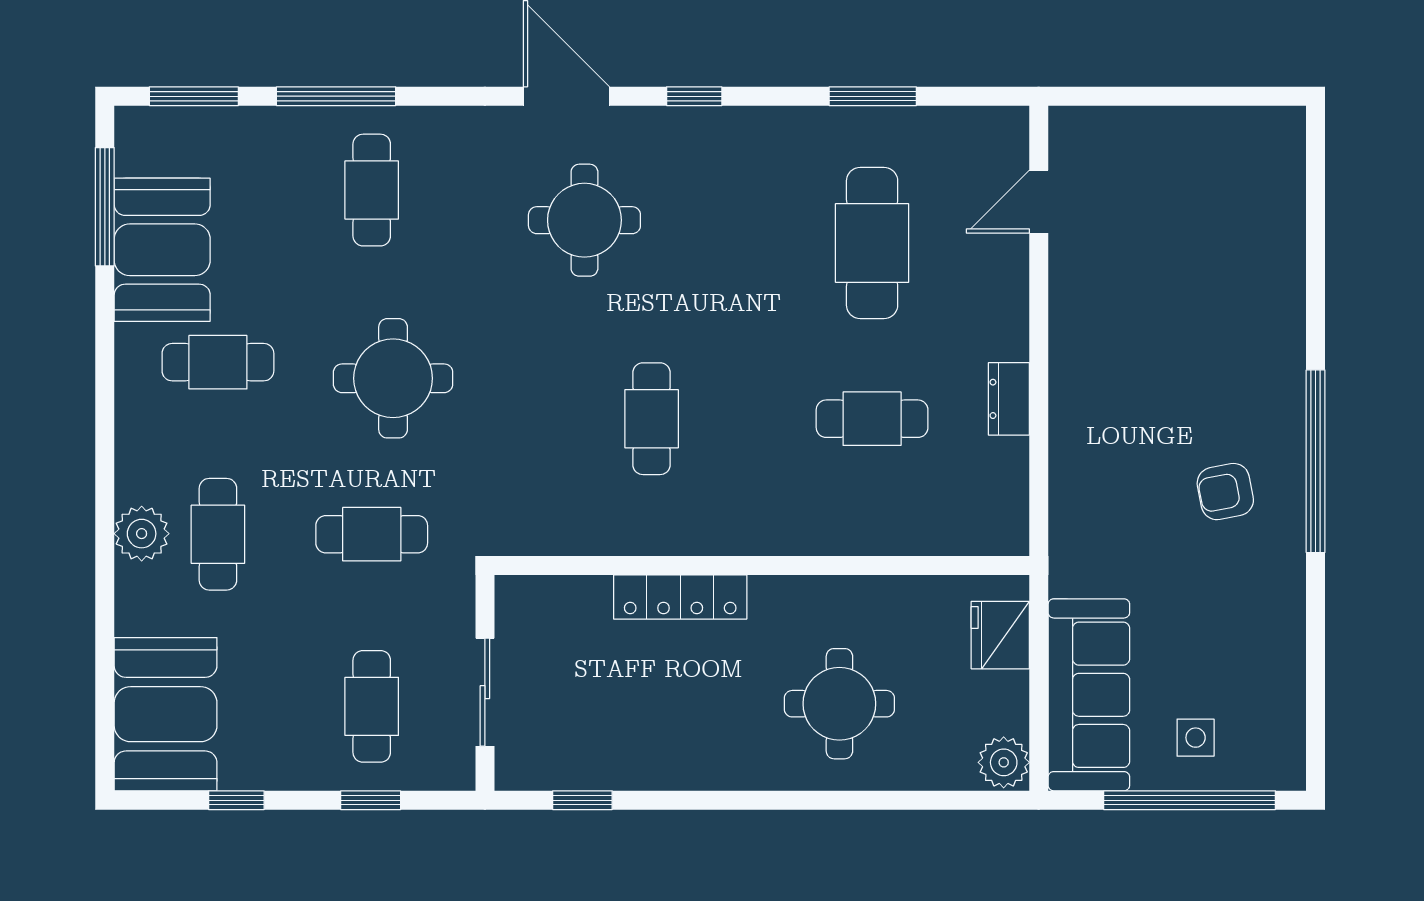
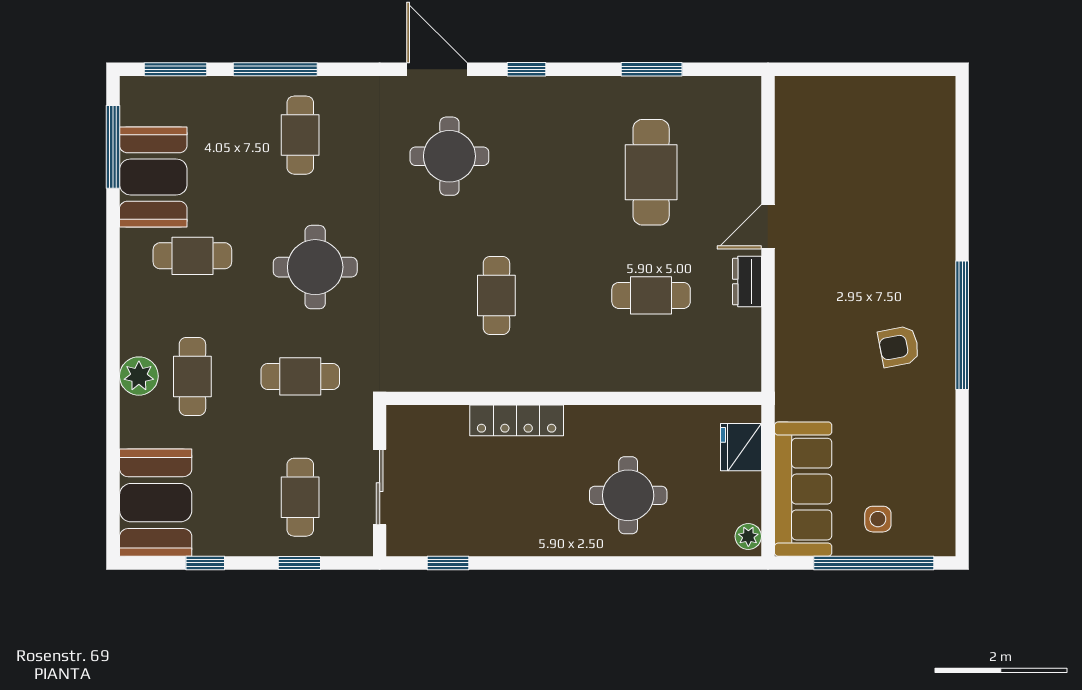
door: (1039, 202) -> (768, 227), moved
plant: (1004, 762) -> (748, 536), width x0.73, depth x0.73

